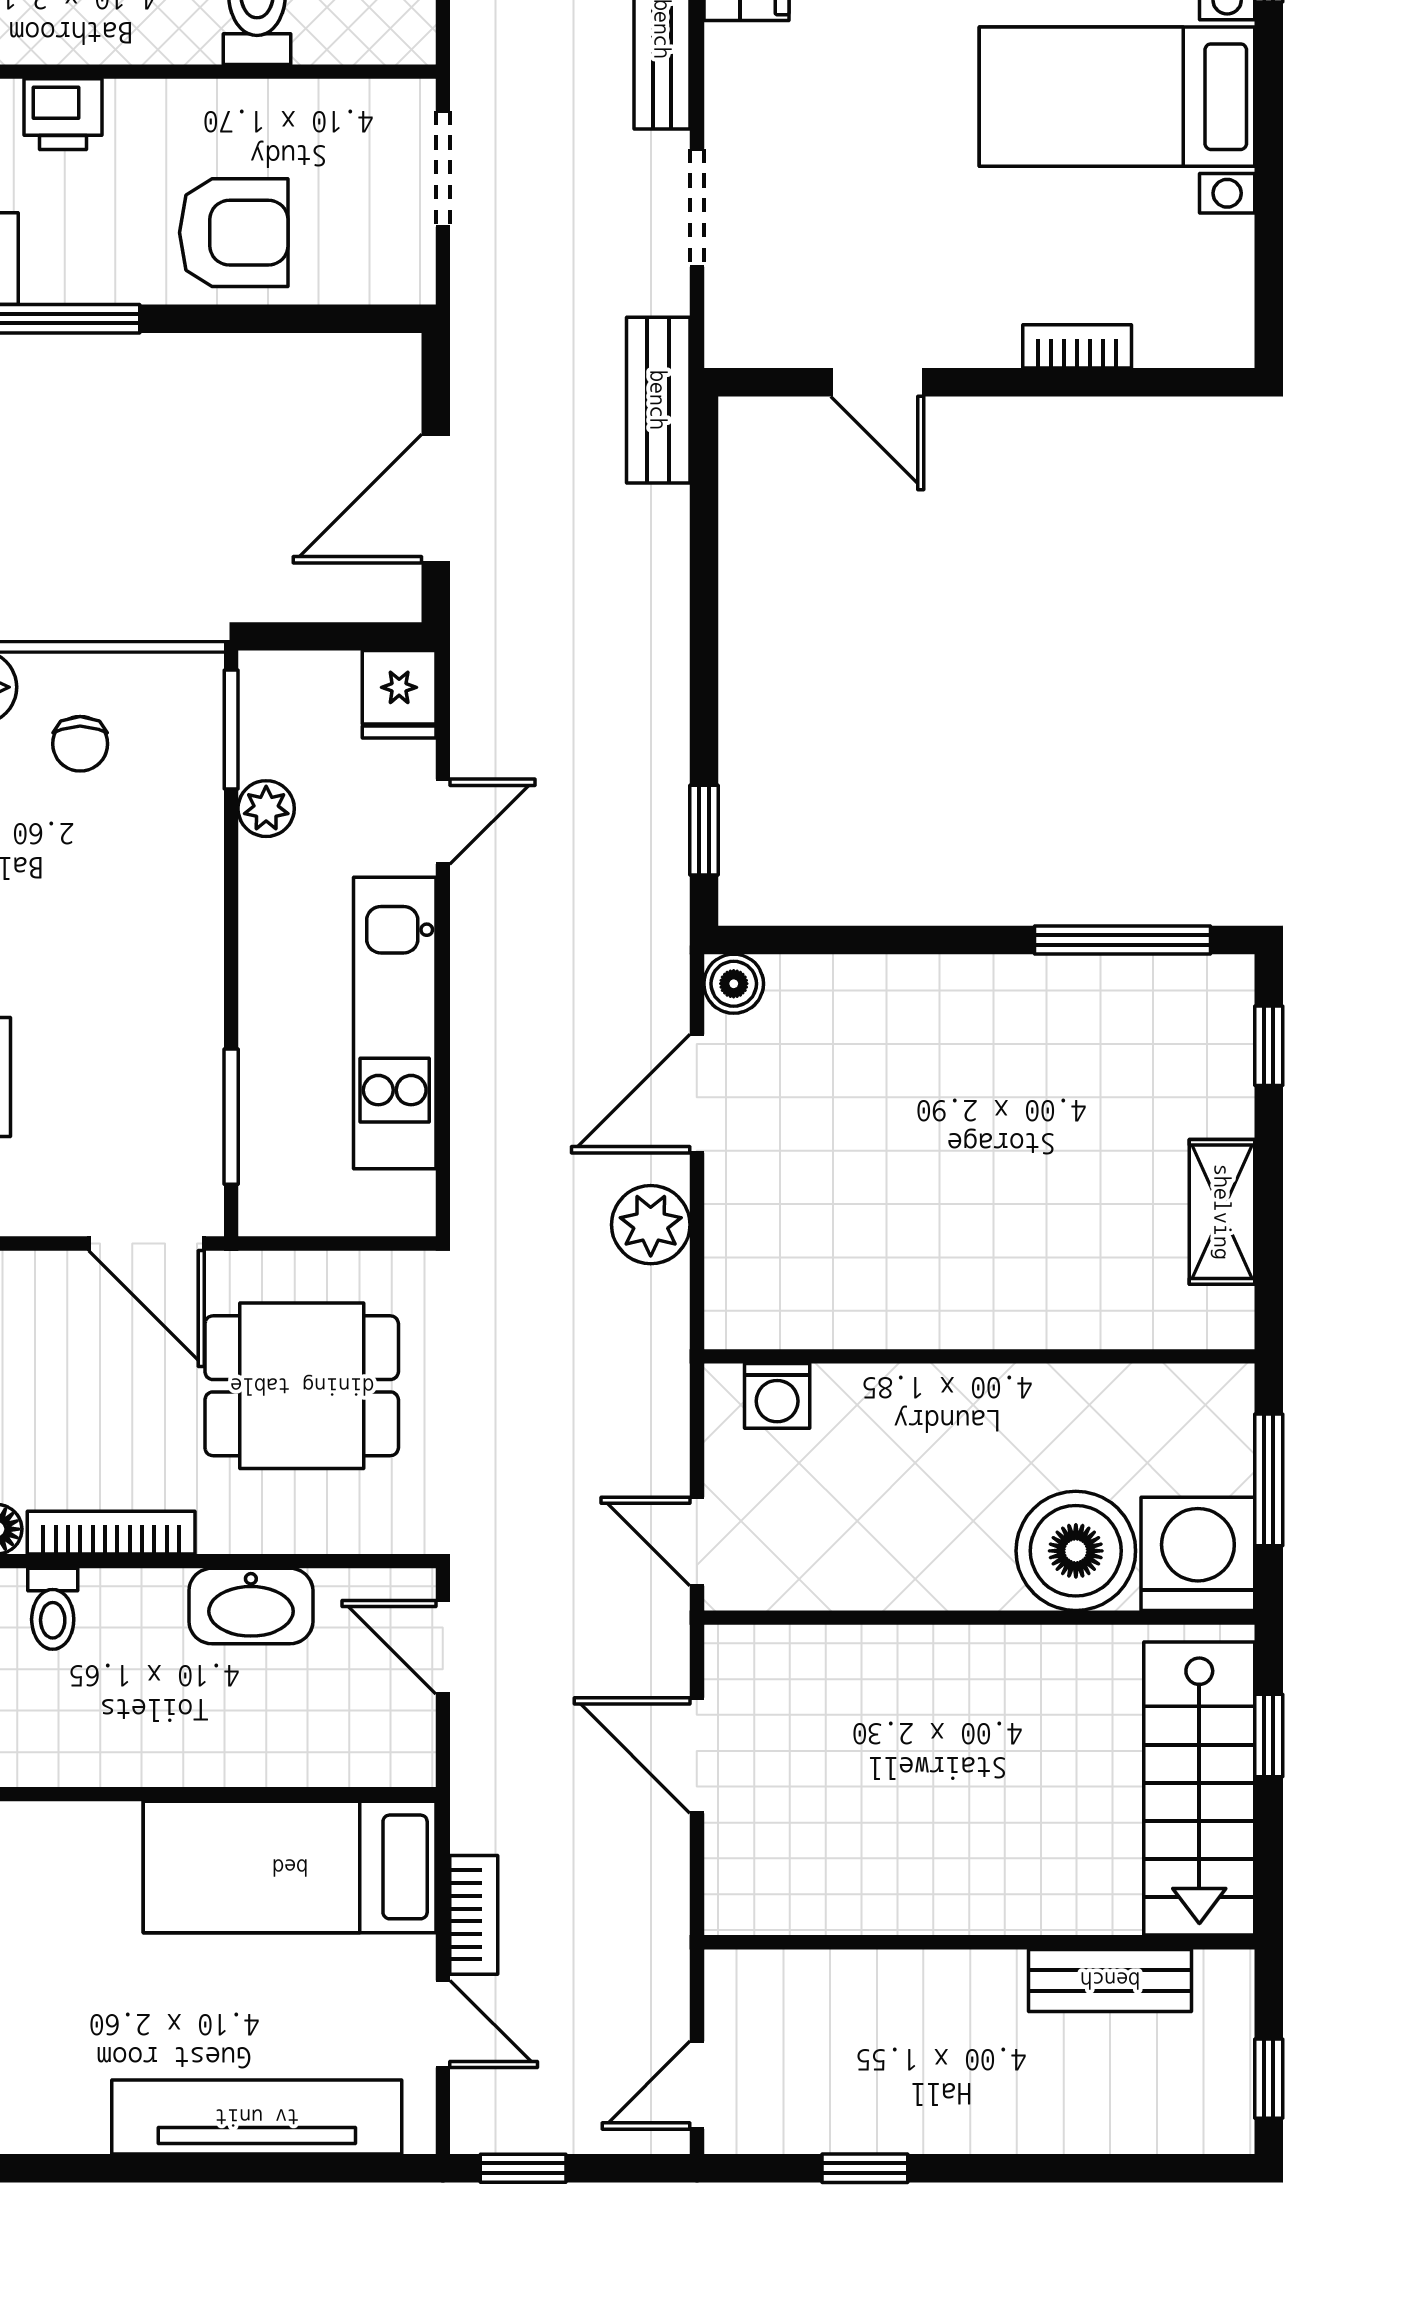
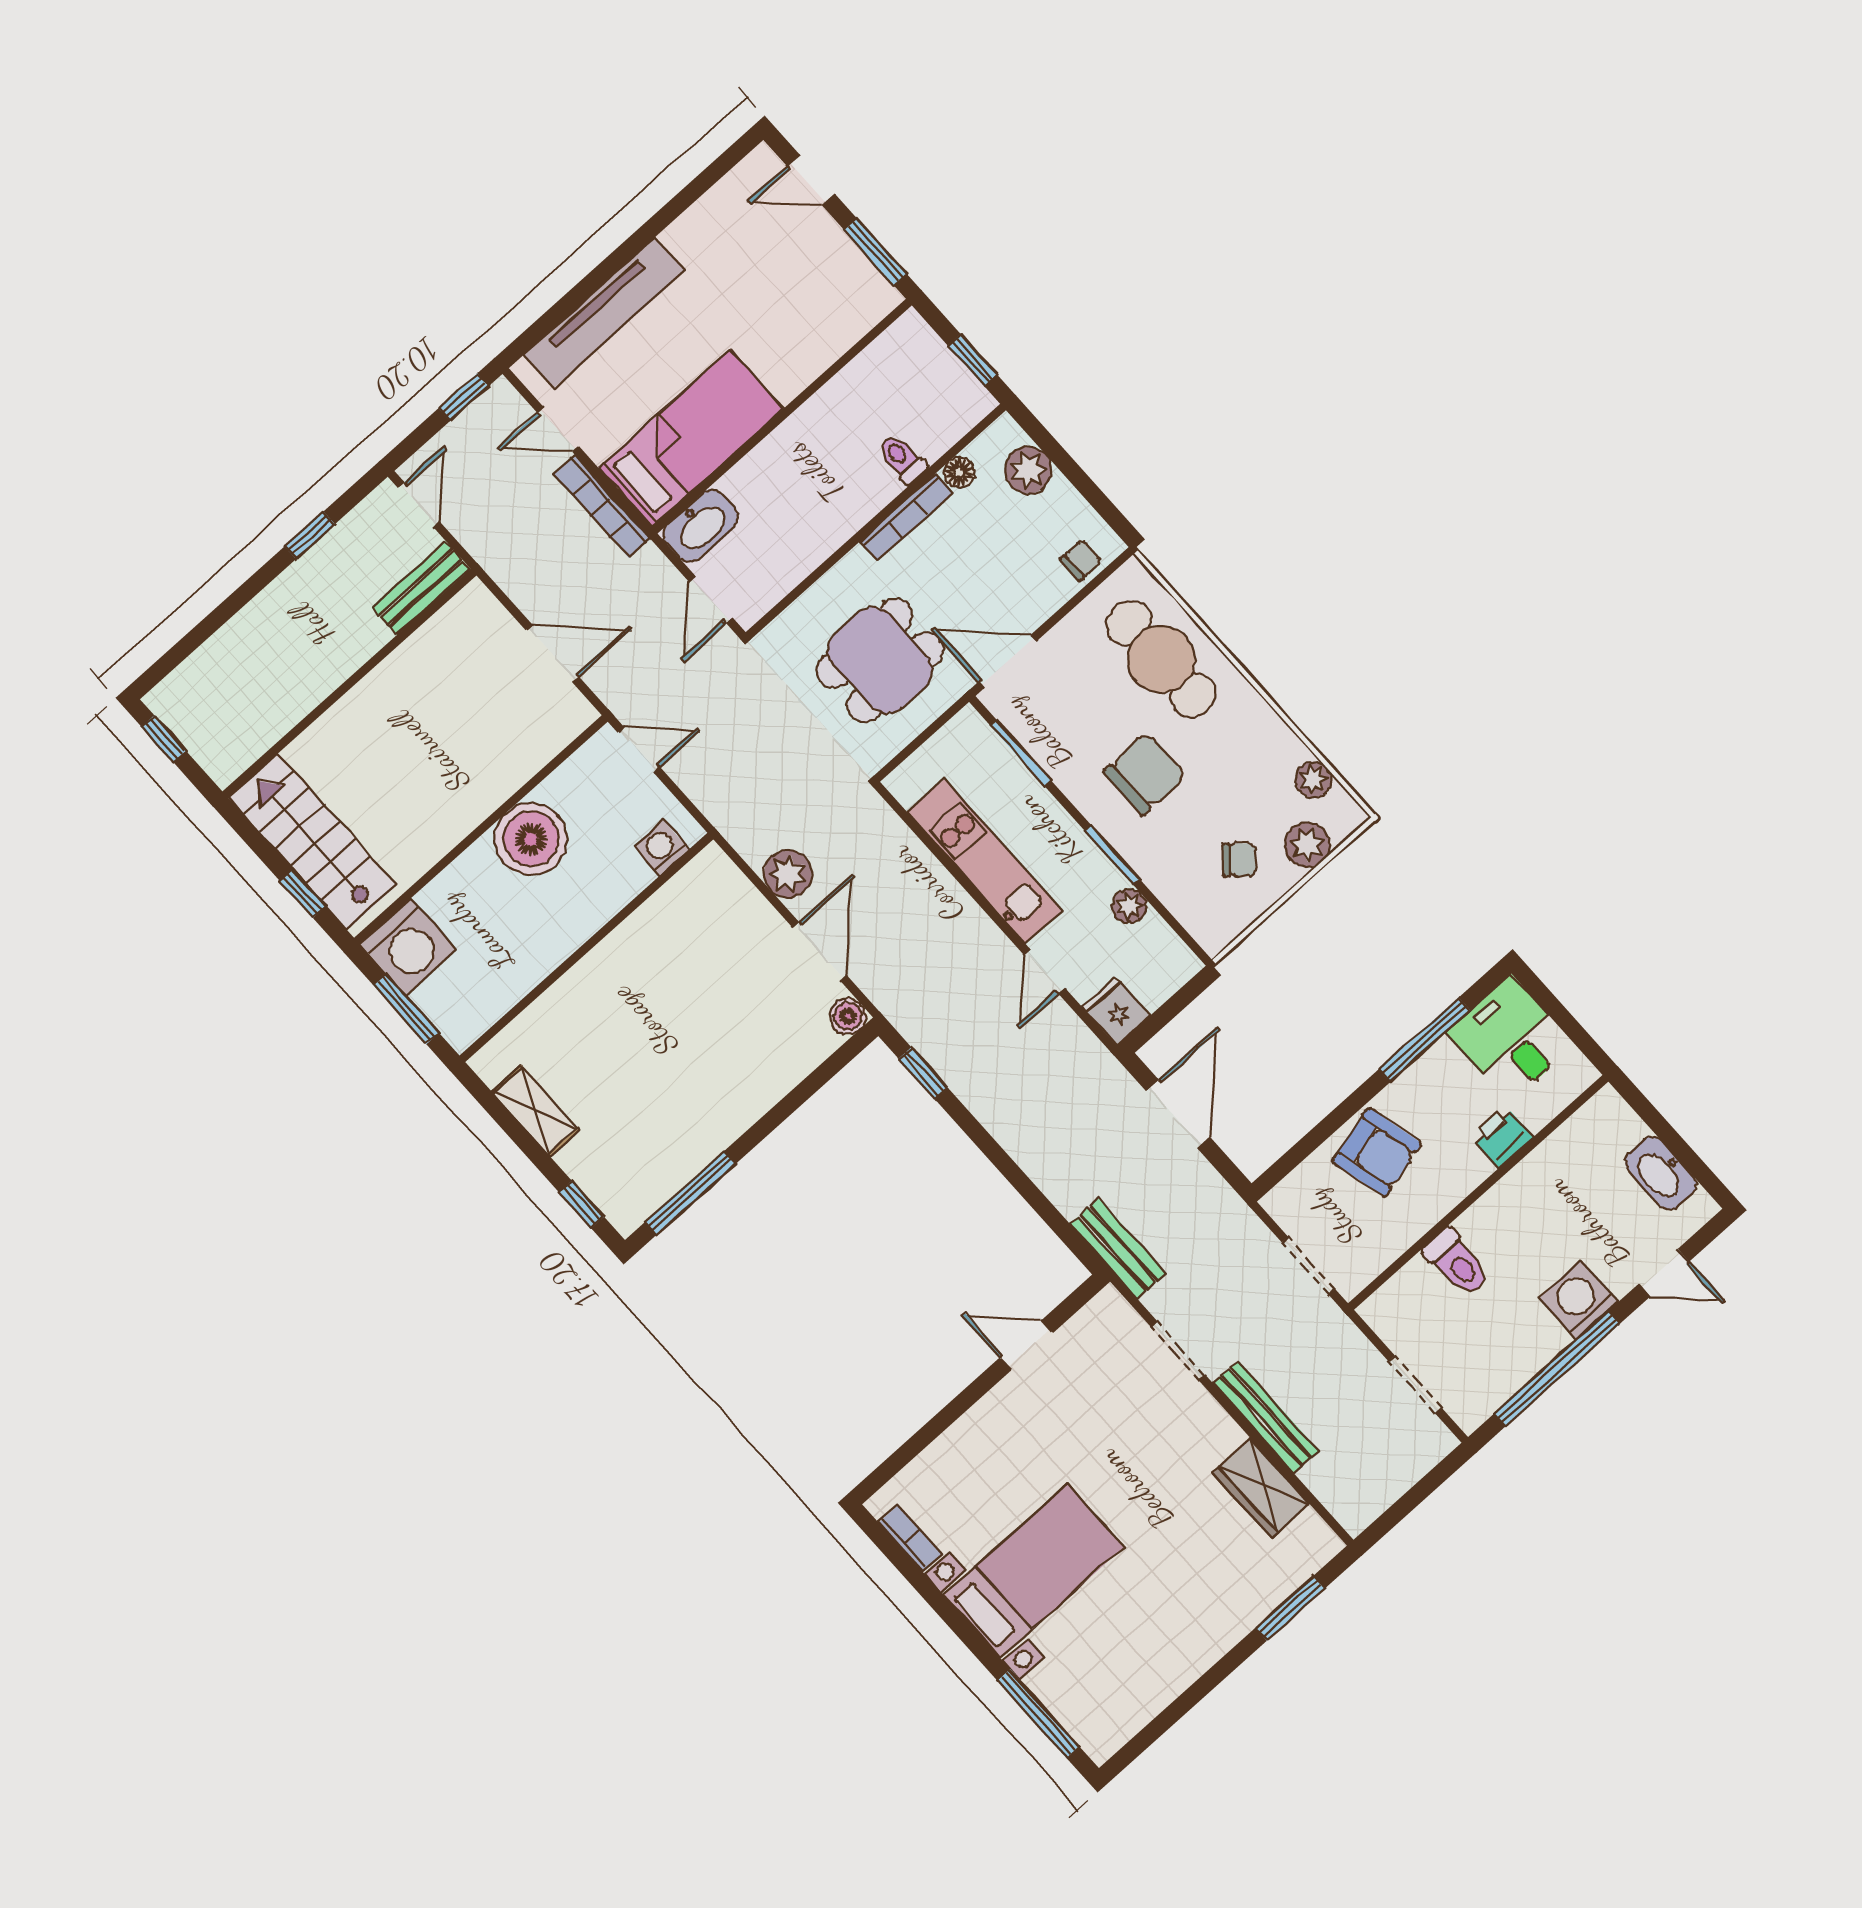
armchair: (234, 233) -> (1377, 1152), turned -104
bookcase: (1077, 346) -> (910, 1538), moved, turned -90
window: (231, 730) -> (1112, 855), moved
chair: (80, 744) -> (1239, 860), turned 131
chair: (101, 954) -> (1145, 774), added
boiler: (1076, 1551) -> (531, 839), moved
washbasin: (251, 1606) -> (700, 526), moved, turned 180
door: (443, 1647) -> (711, 599), swing flipped
bookcase: (474, 1915) -> (602, 506), width x1.56
bench: (1110, 1980) -> (421, 588), moved

